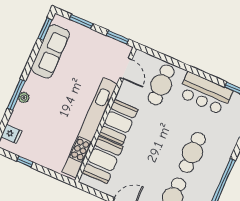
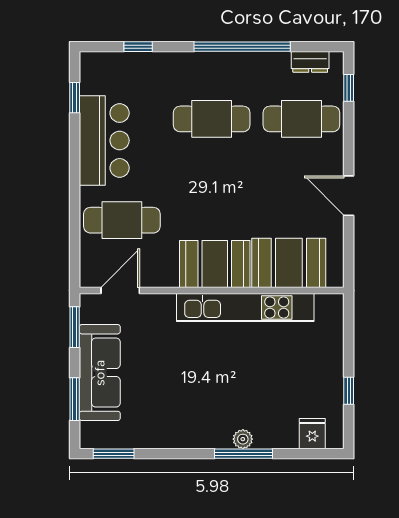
sofa: (50, 51) -> (100, 373), moved, turned 90
kitchen unit: (90, 128) -> (245, 308), width x0.73

